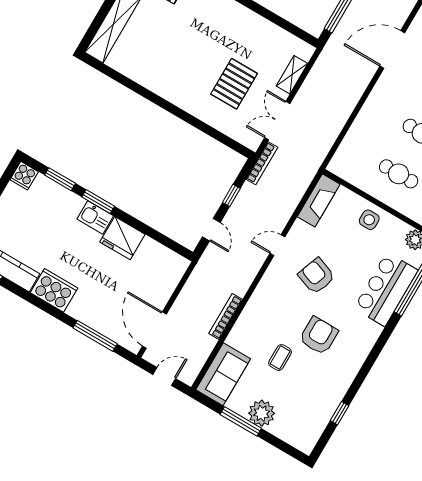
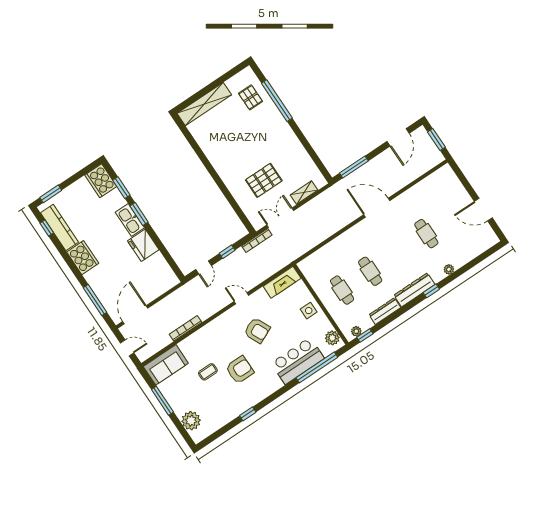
cooker: (24, 176) -> (101, 181), width x1.87, depth x1.31
kitchen sink: (95, 217) -> (130, 220), width x1.38
armchair: (316, 276) -> (257, 330), turned 135
plant: (262, 413) -> (191, 421), moved
window: (340, 413) -> (248, 414), moved

